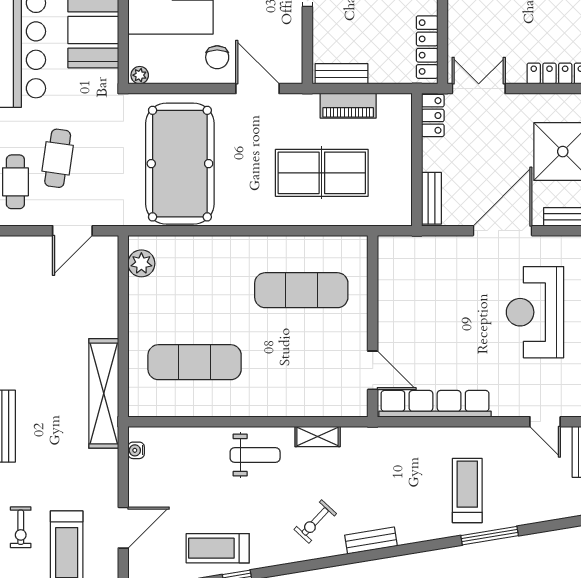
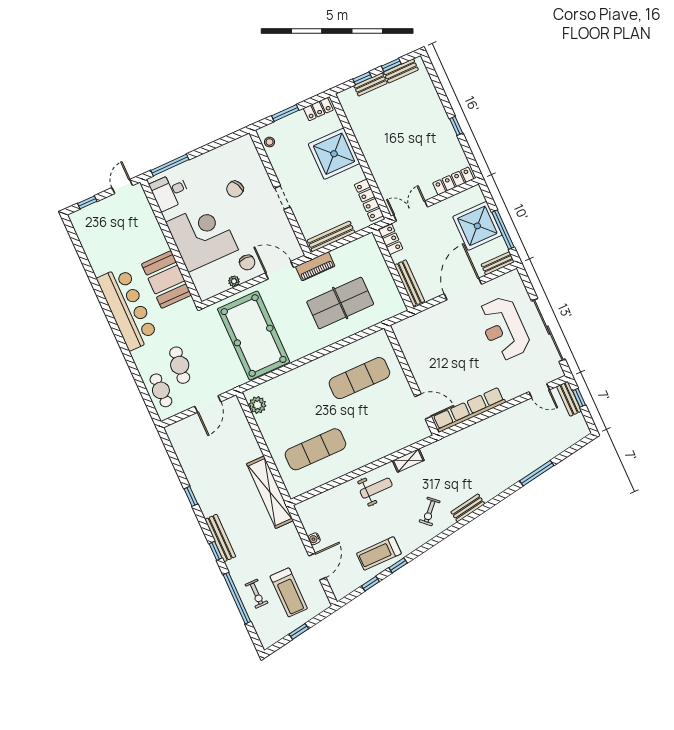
bench: (341, 74) -> (331, 236), width x1.36
plant: (140, 75) -> (234, 281), moved
piano: (348, 106) -> (315, 266), moved
bench: (431, 198) -> (409, 283), width x1.36
water cooler: (136, 450) -> (314, 539), moved
treadmill: (467, 491) -> (511, 452), removed

